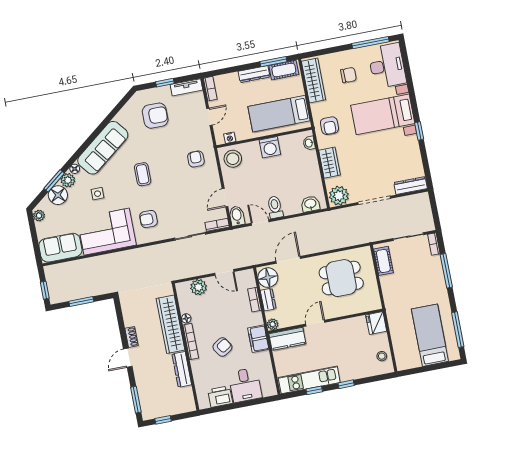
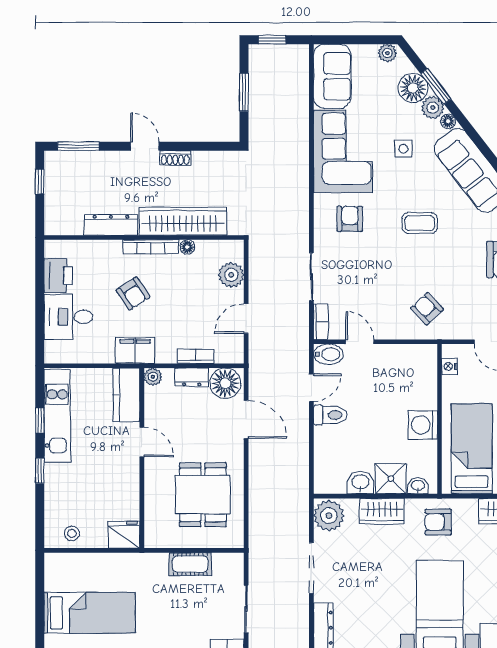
armchair: (196, 159) -> (427, 309), turned -134
stool: (233, 159) -> (417, 365), removed
shower: (308, 161) -> (391, 479), added
washbasin: (310, 204) -> (360, 483), moved, turned -90
cot: (383, 261) -> (190, 564), moved

